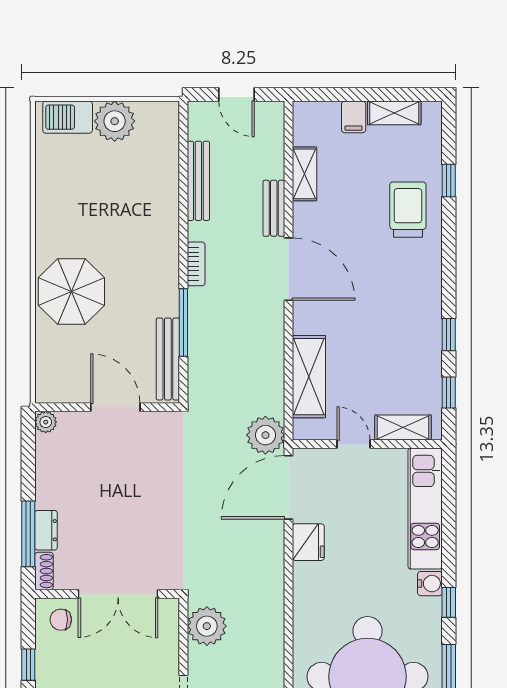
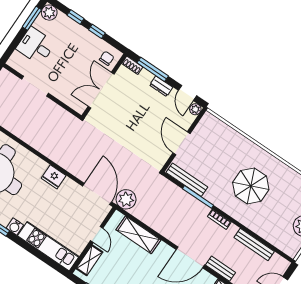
parasol: (71, 292) -> (251, 186), moved
door: (115, 407) -> (181, 143), swing flipped
door: (353, 444) -> (97, 234), hinge flipped
door: (28, 452) -> (187, 93), added
dresser: (46, 530) -> (161, 86), moved
fridge: (308, 542) -> (54, 177), moved
plant: (207, 626) -> (61, 119), removed

